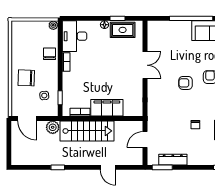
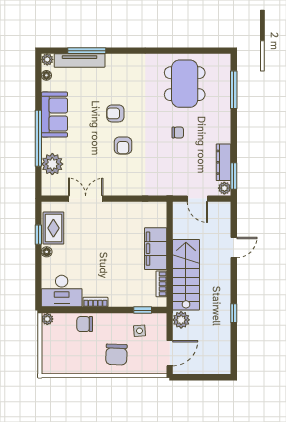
plant: (171, 29) -> (52, 164), added
double door: (145, 65) -> (86, 199), moved
plant: (153, 160) -> (224, 188), added

